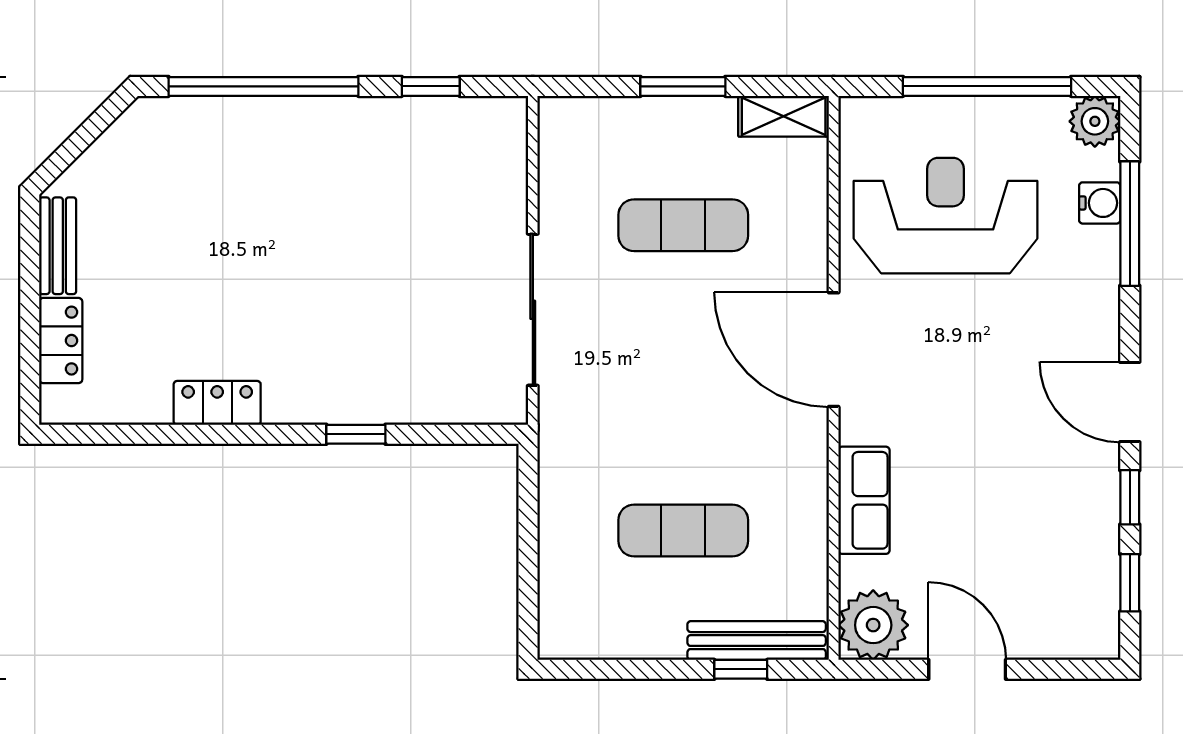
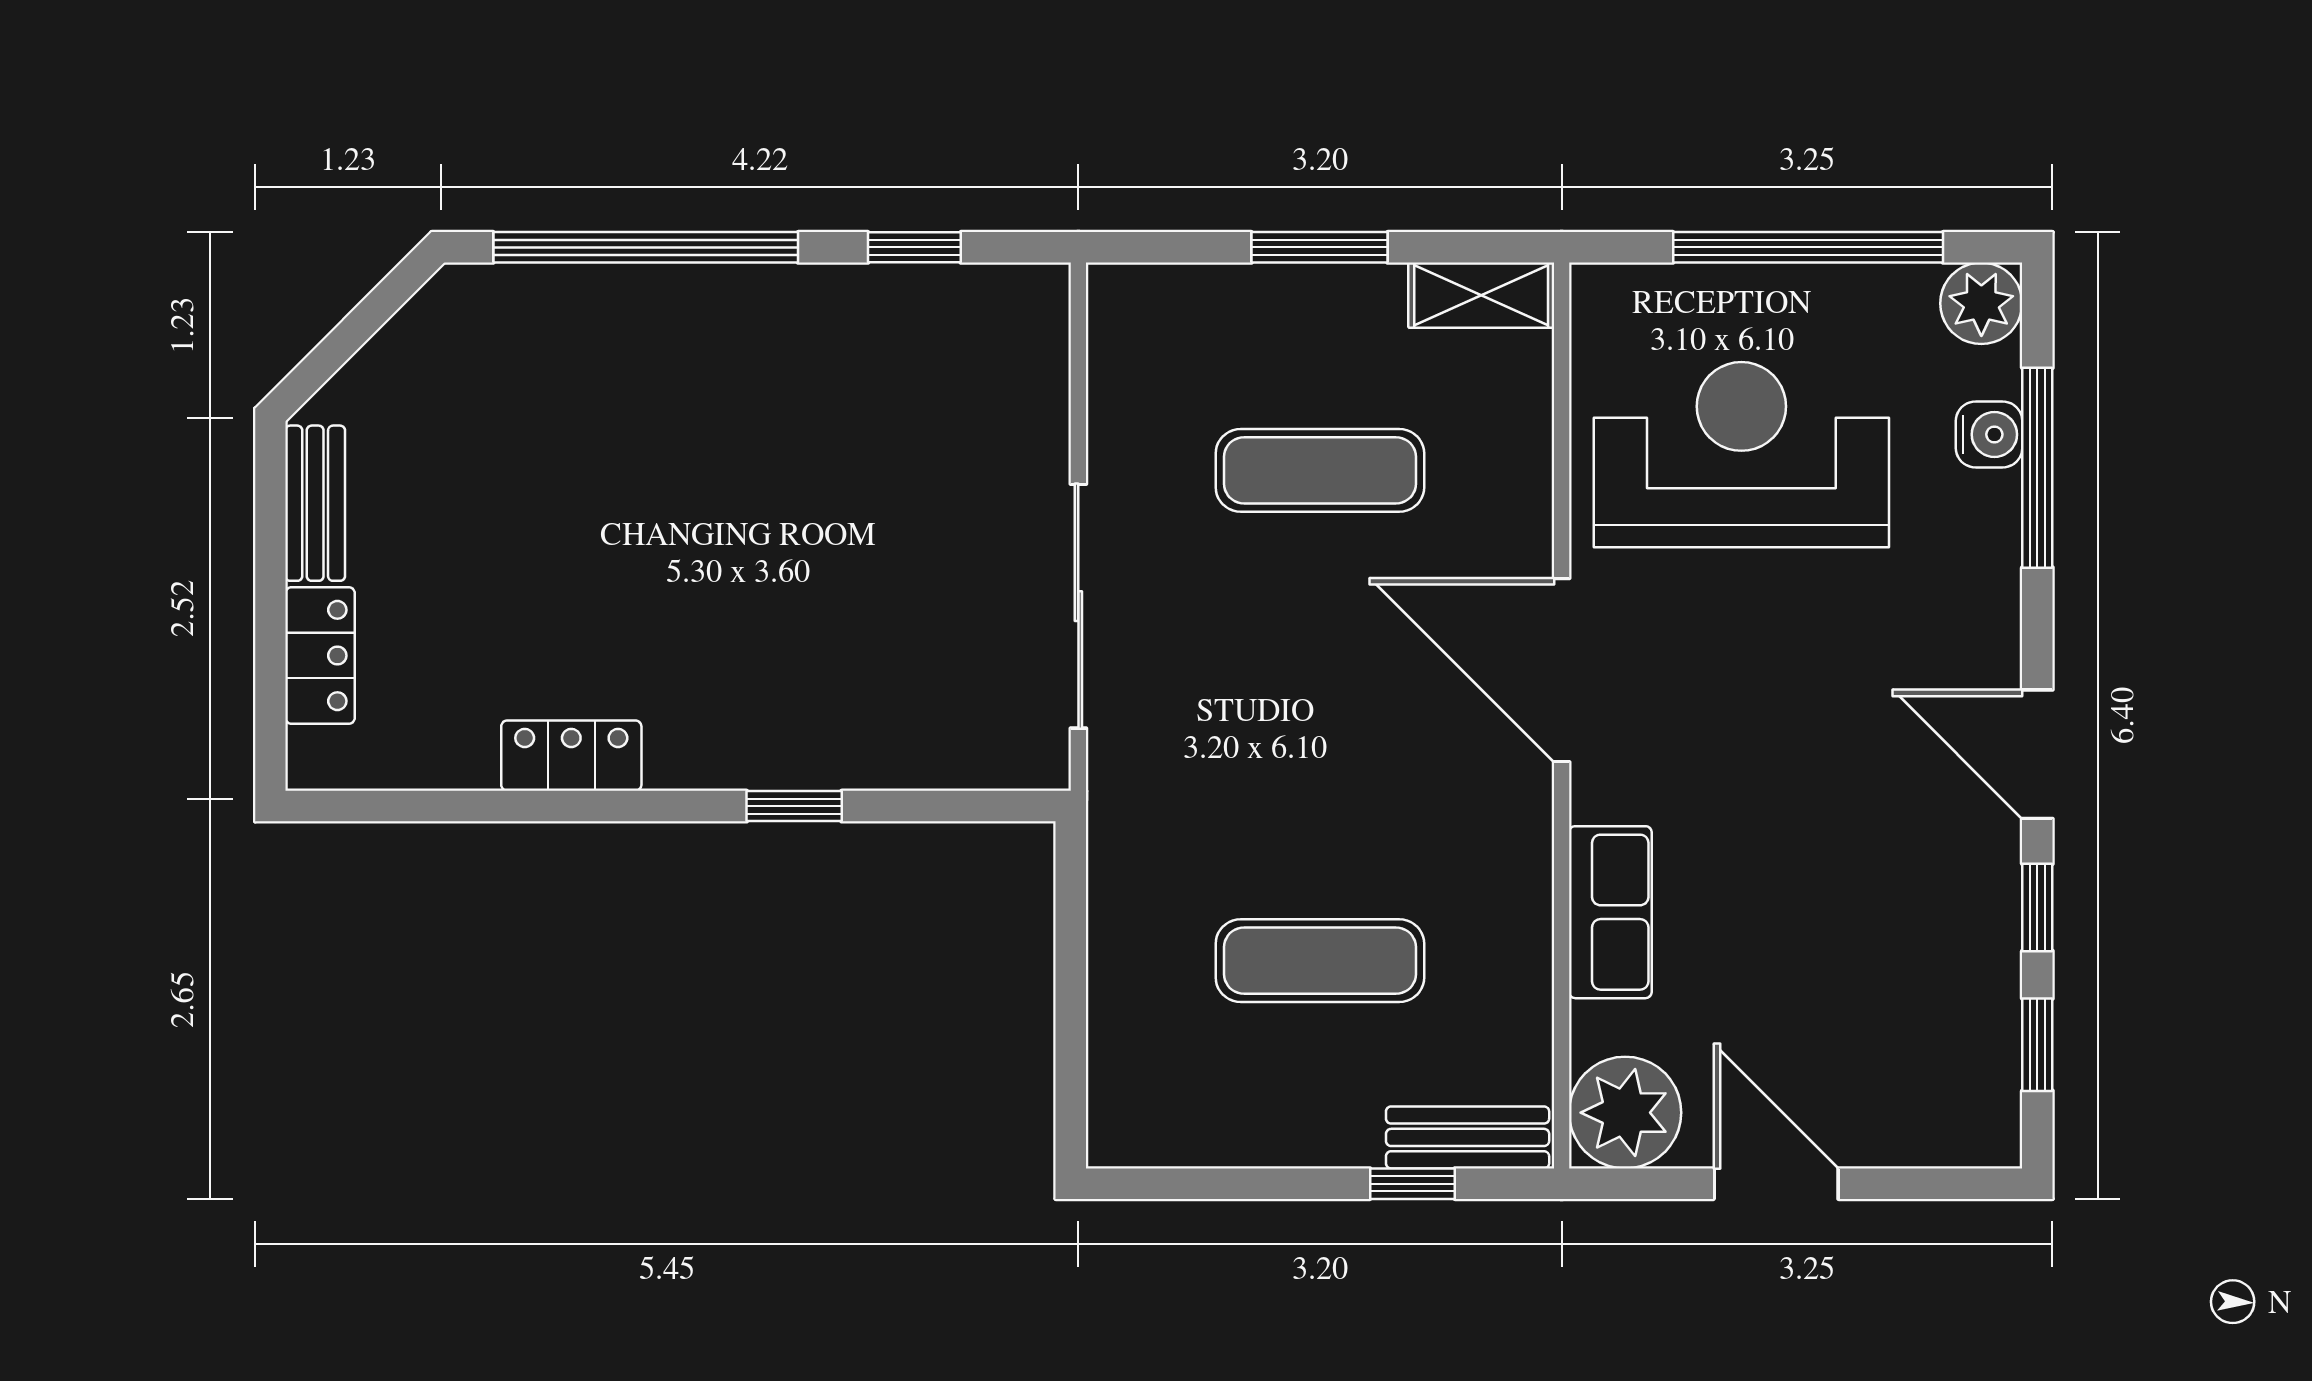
bench: (757, 641) -> (1468, 1137), width x0.73

